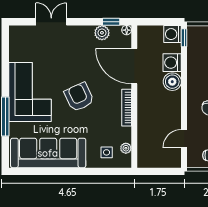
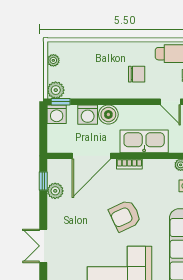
floor lamp: (127, 30) -> (52, 164), removed
plant: (195, 33) -> (56, 90), added
bookcase: (127, 108) -> (129, 164), width x0.64
kitchen sink: (148, 115) -> (144, 141), added

